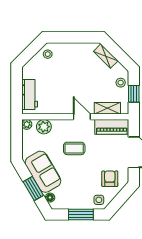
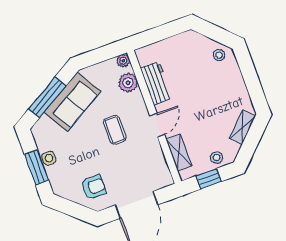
workbench: (30, 94) -> (156, 83), moved, turned -90
piano: (112, 127) -> (158, 166), removed
window: (33, 189) -> (47, 97), width x1.44
floor lamp: (50, 198) -> (44, 122), removed
side table: (99, 200) -> (49, 158), moved

